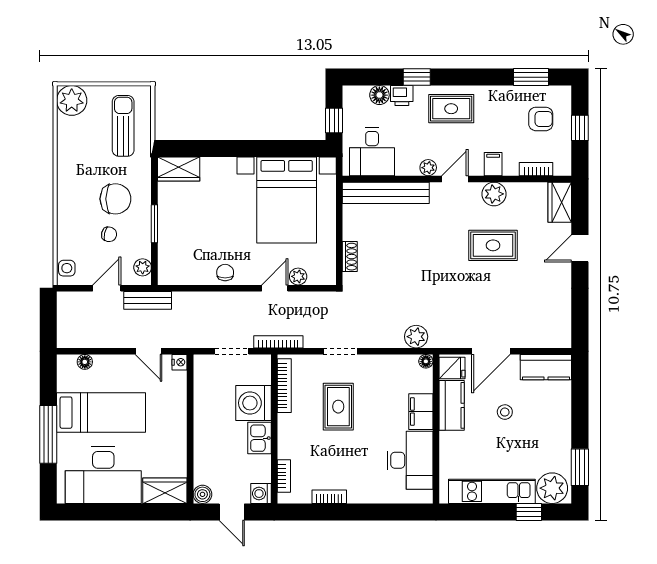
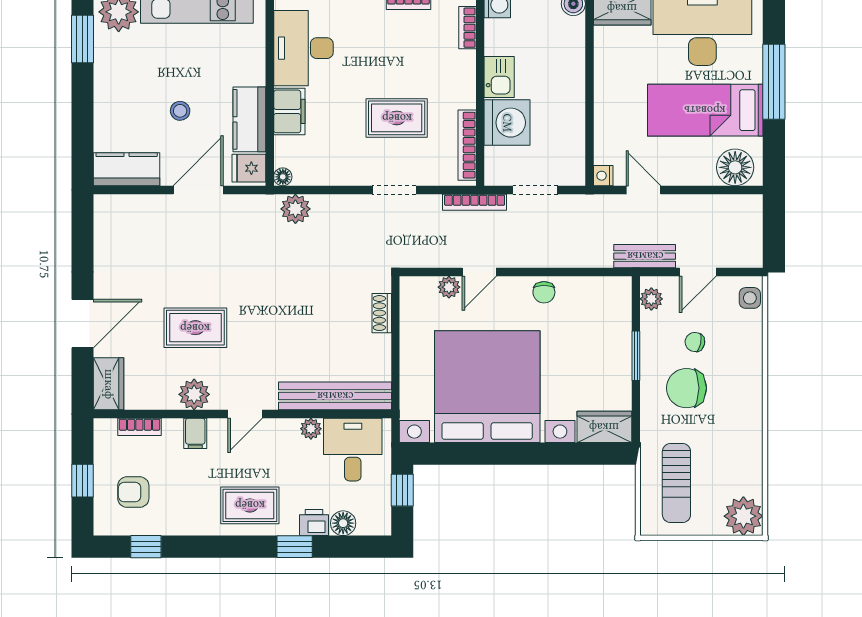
window: (531, 77) -> (146, 547), width x0.67
plant: (428, 168) -> (311, 429), moved
bed with nightstands: (287, 200) -> (487, 387), width x1.36
door: (580, 248) -> (82, 324), width x1.38
floor lamp: (85, 362) -> (735, 167), width x1.89, depth x1.89
rug: (338, 407) -> (397, 118), turned 90

